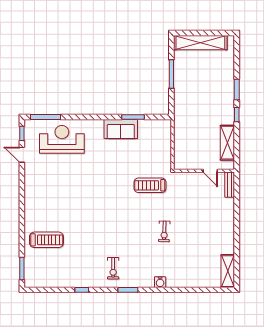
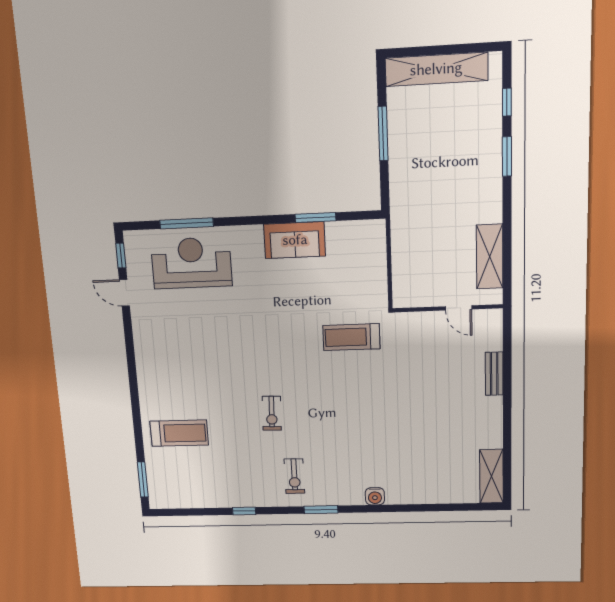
window: (237, 115) -> (507, 102), moved
window: (45, 117) -> (187, 223), moved
bench: (230, 185) -> (494, 374), moved
exercise bike: (164, 231) -> (272, 413), moved

